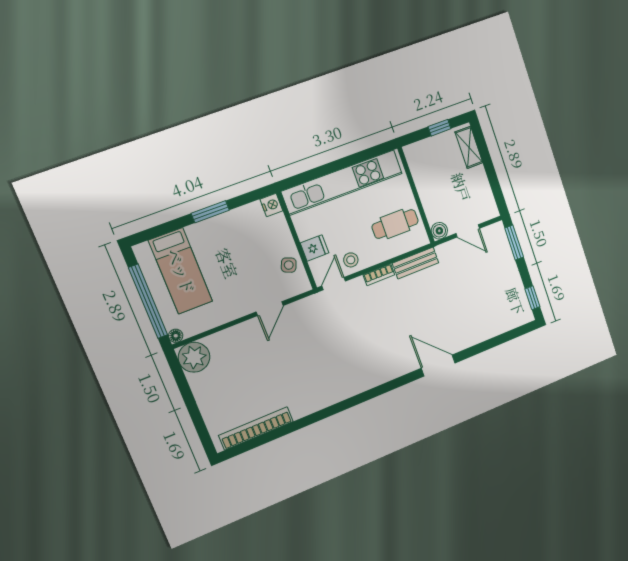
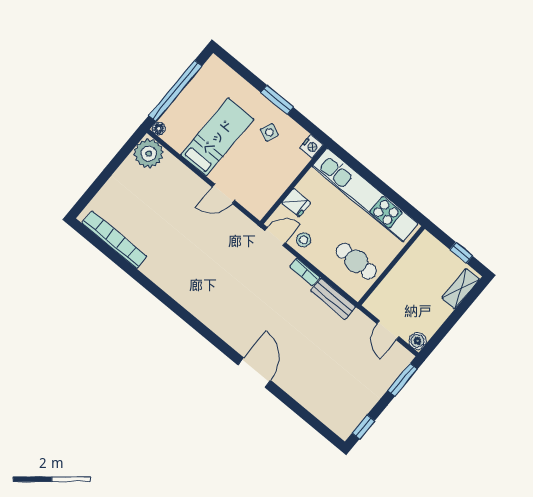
boiler: (439, 231) -> (418, 341), moved
side table: (289, 265) -> (269, 132), moved
bed: (181, 271) -> (217, 137), moved, turned 180

